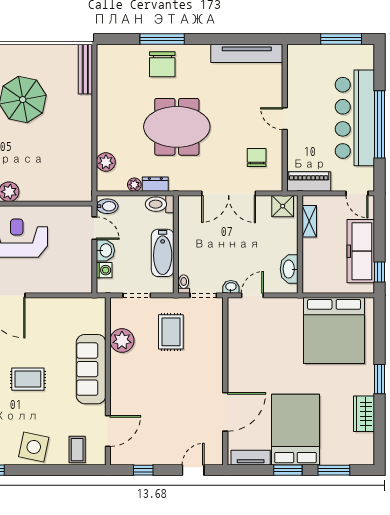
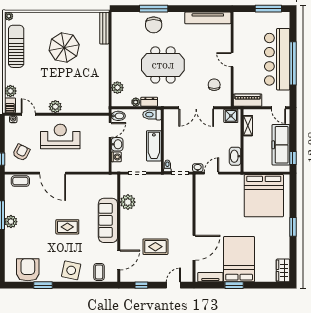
door: (94, 228) -> (110, 130), hinge flipped
rug: (171, 332) -> (155, 247), moved, turned 90
wardrobe: (364, 414) -> (283, 270), moved
window: (334, 470) -> (264, 285), removed

